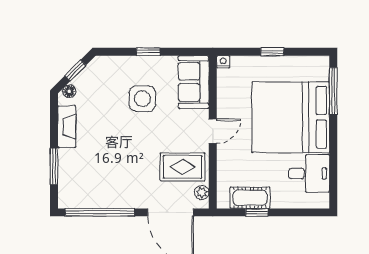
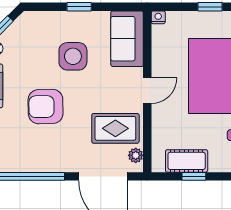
armchair: (116, 146) -> (46, 107), added

